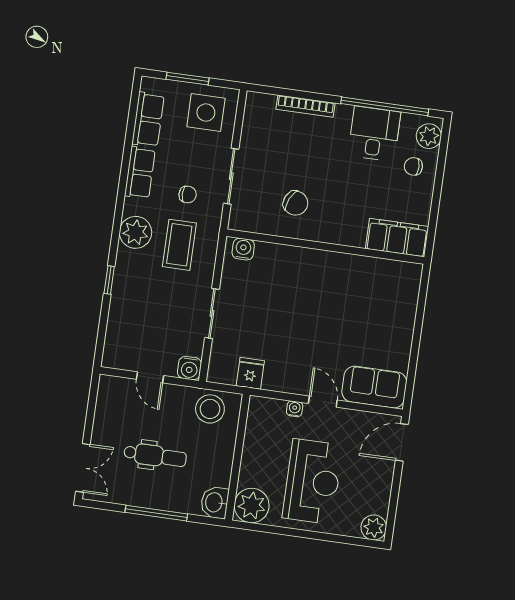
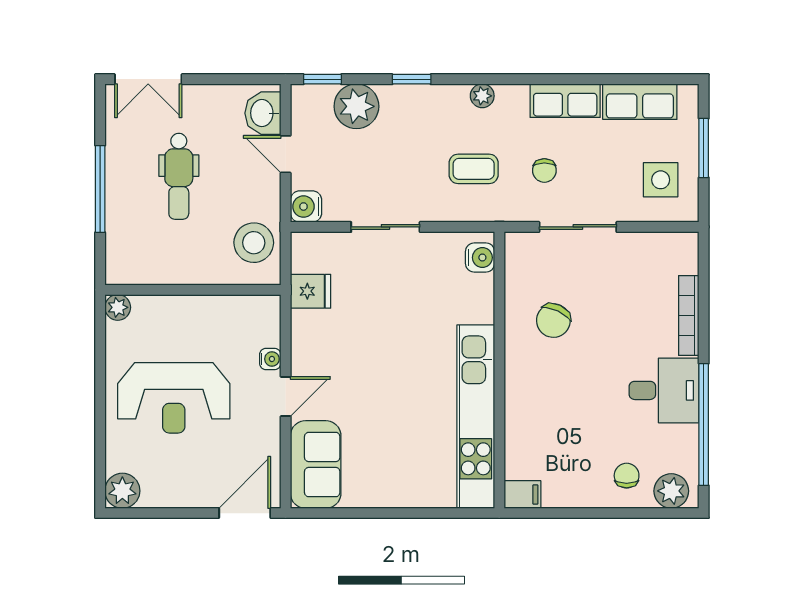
side table: (206, 113) -> (661, 180), width x0.73, depth x0.73
desk: (374, 134) -> (664, 390), moved
plant: (136, 232) -> (482, 96), width x0.53, depth x0.53
filing cabinet: (397, 238) -> (522, 494), width x0.33, depth x0.86
coffee table: (179, 245) -> (474, 169), width x0.73, depth x0.77
kitchen unit: (356, 268) -> (476, 417), added
plant: (123, 322) -> (356, 106), added
window: (100, 344) -> (322, 79), added
door: (150, 377) -> (286, 154), hinge flipped
door: (402, 442) -> (245, 513), hinge flipped
washbasin: (215, 502) -> (263, 113), moved, turned -90
plant: (252, 506) -> (118, 307), width x0.53, depth x0.53

